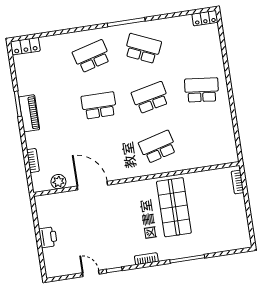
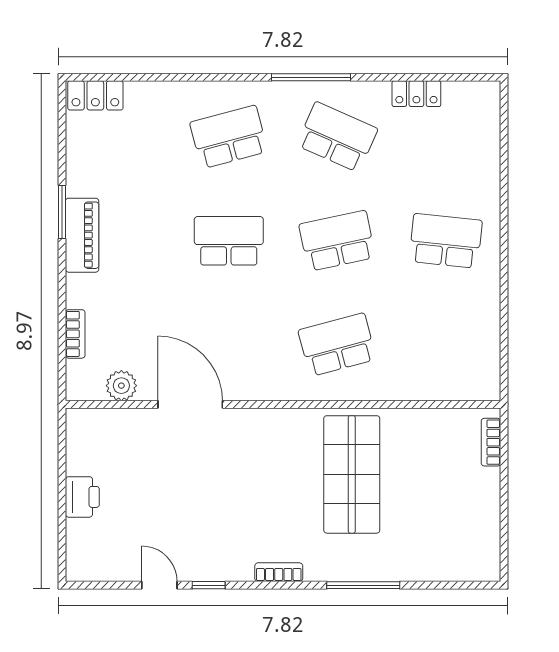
locker: (205, 18) -> (416, 94), moved

